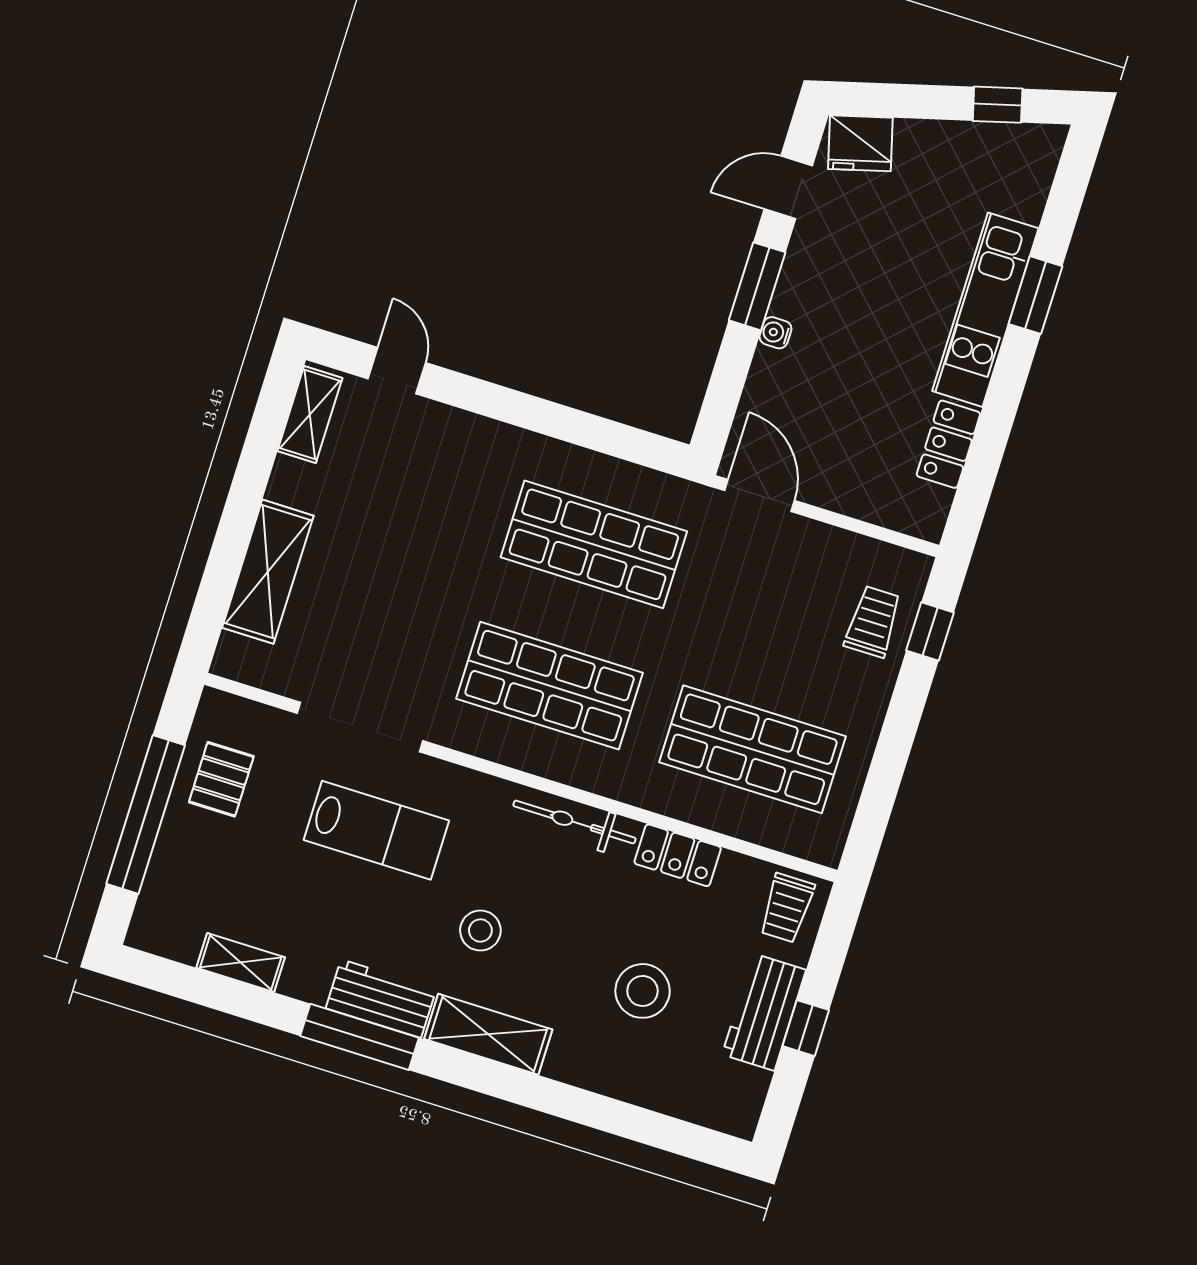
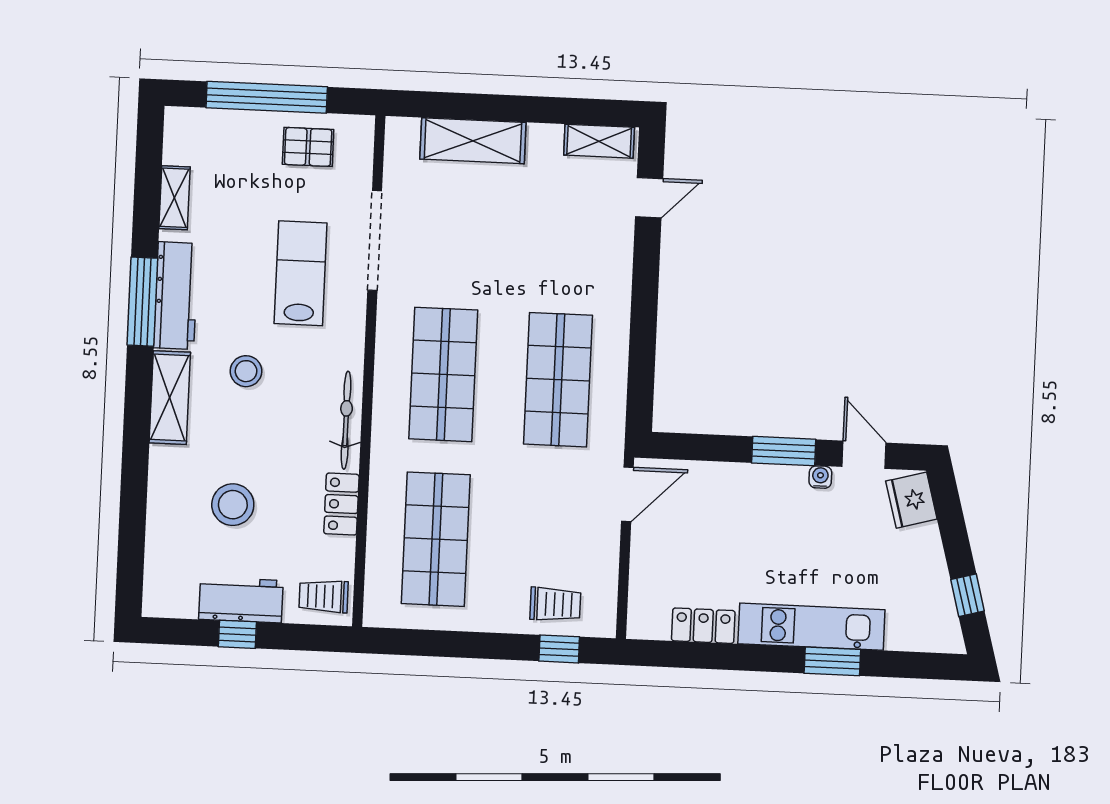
water cooler: (775, 333) -> (820, 477), moved
lab bench: (376, 830) -> (301, 273), turned 180
workbench: (381, 999) -> (176, 296), width x1.38

